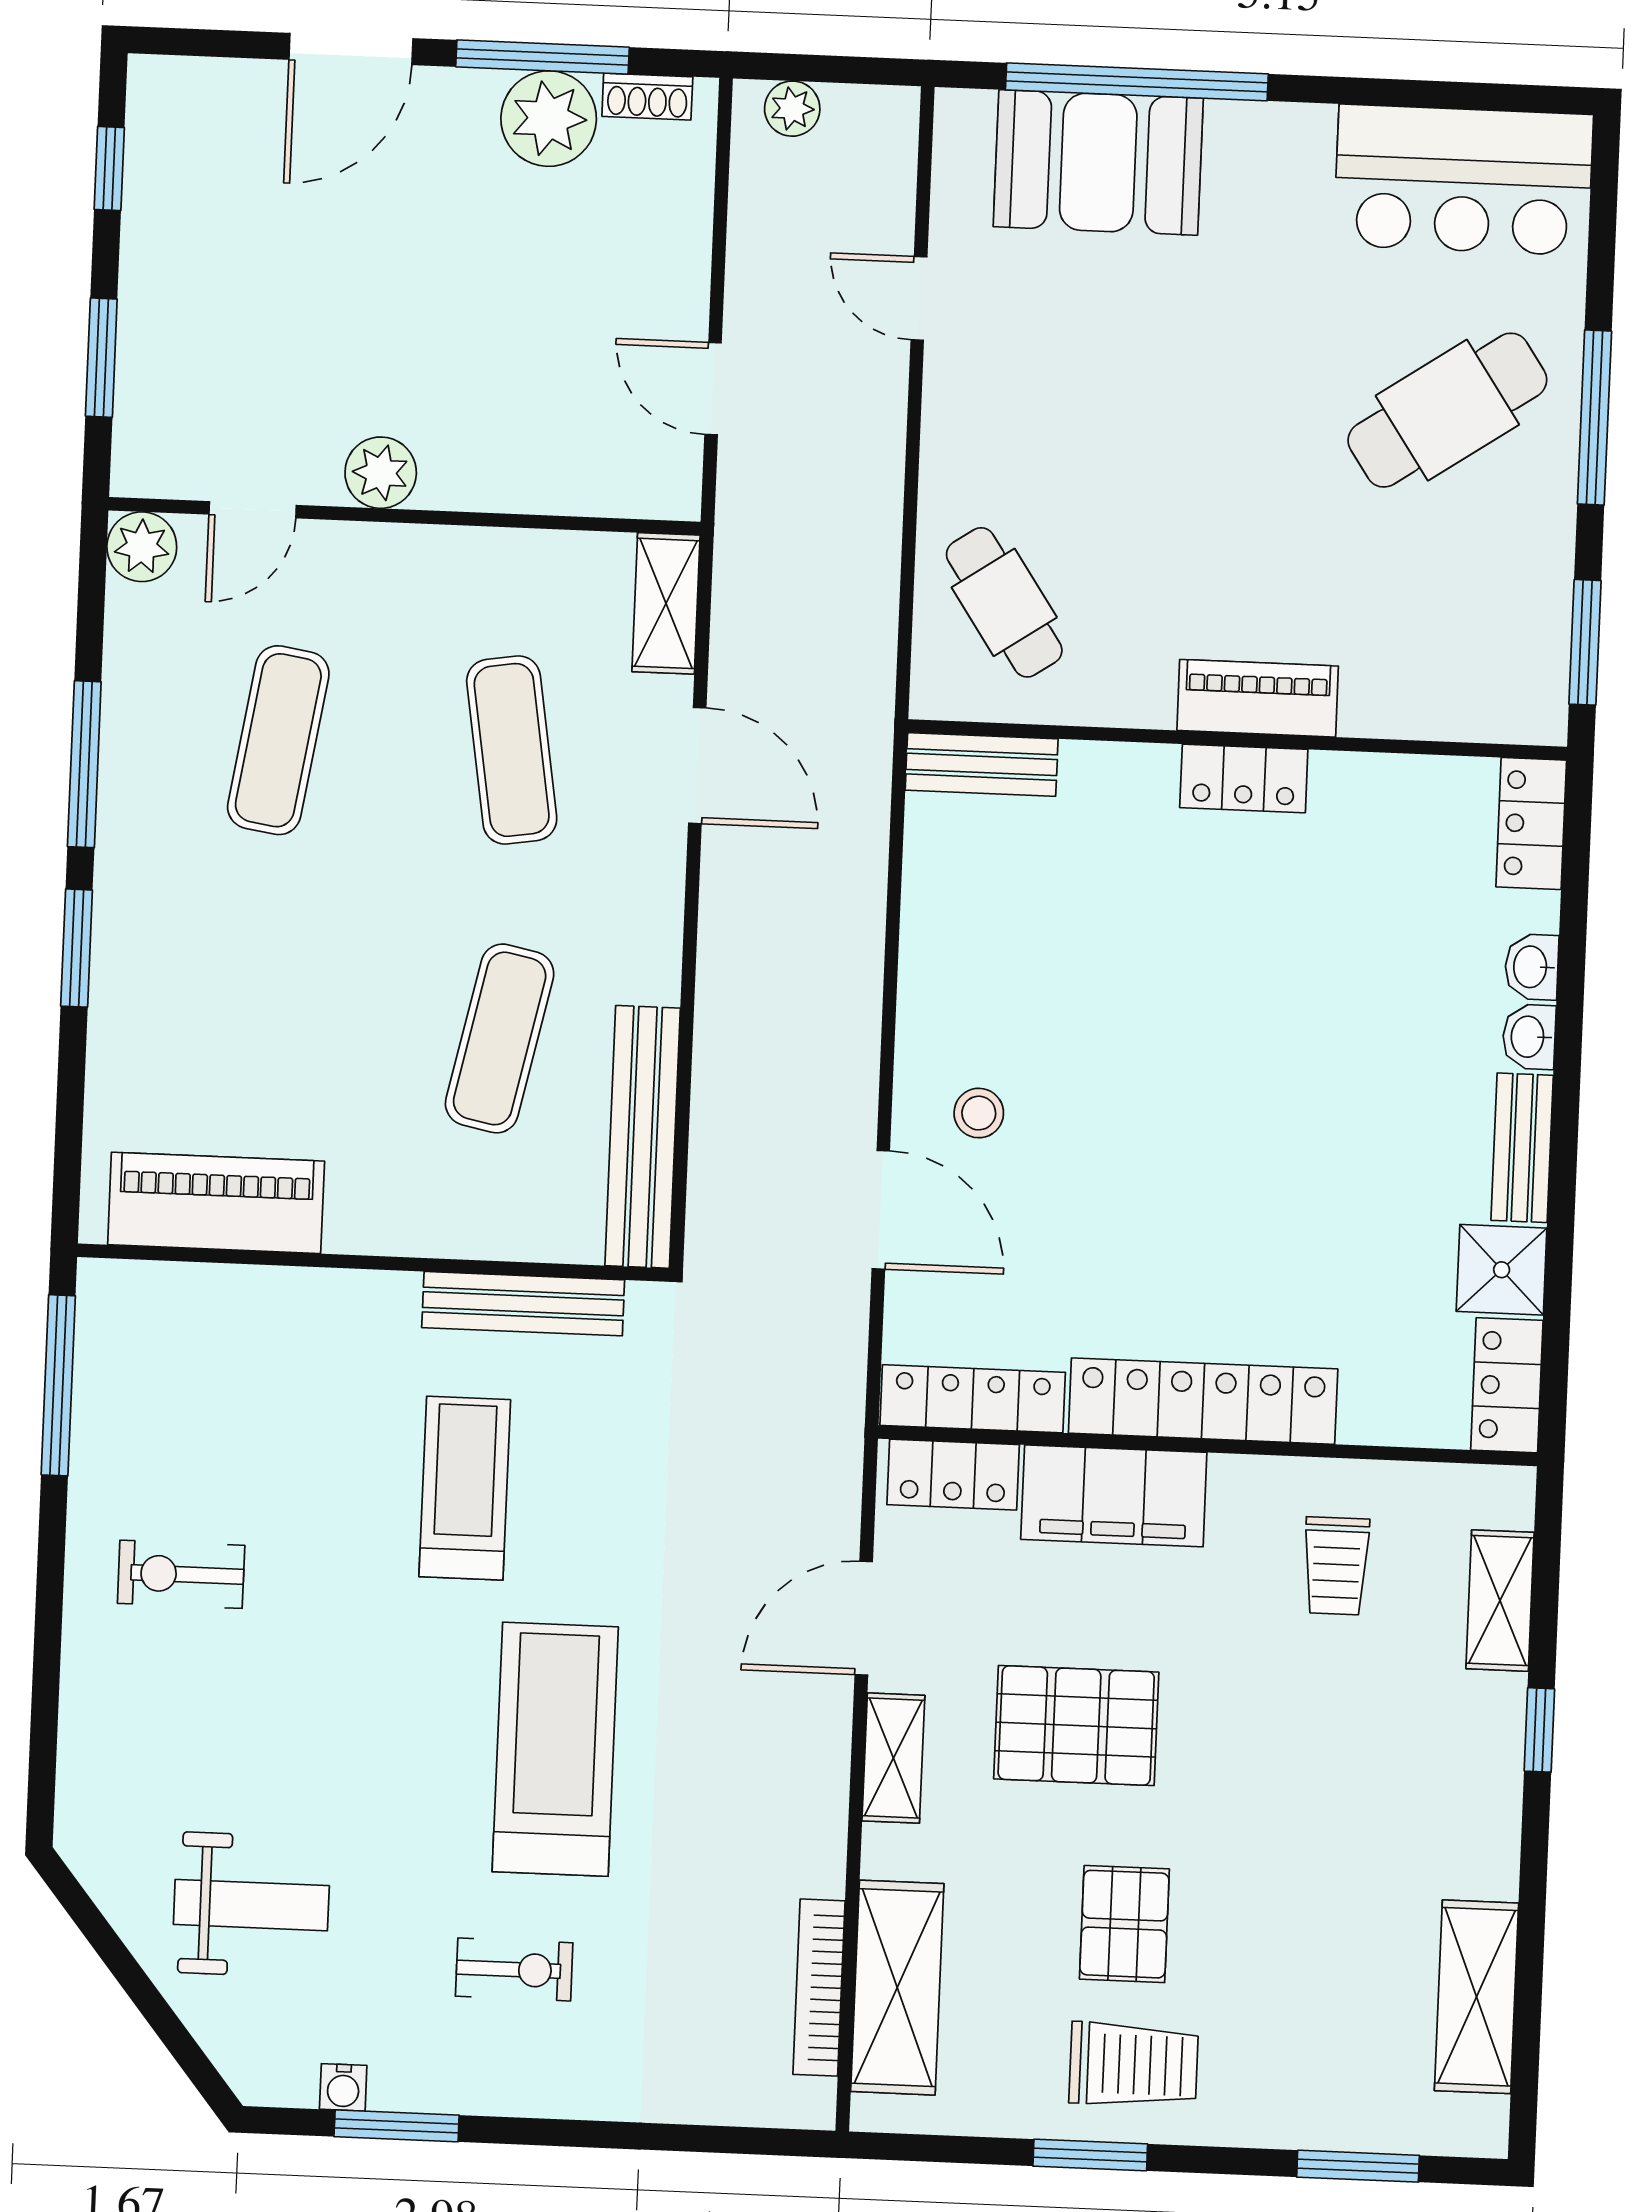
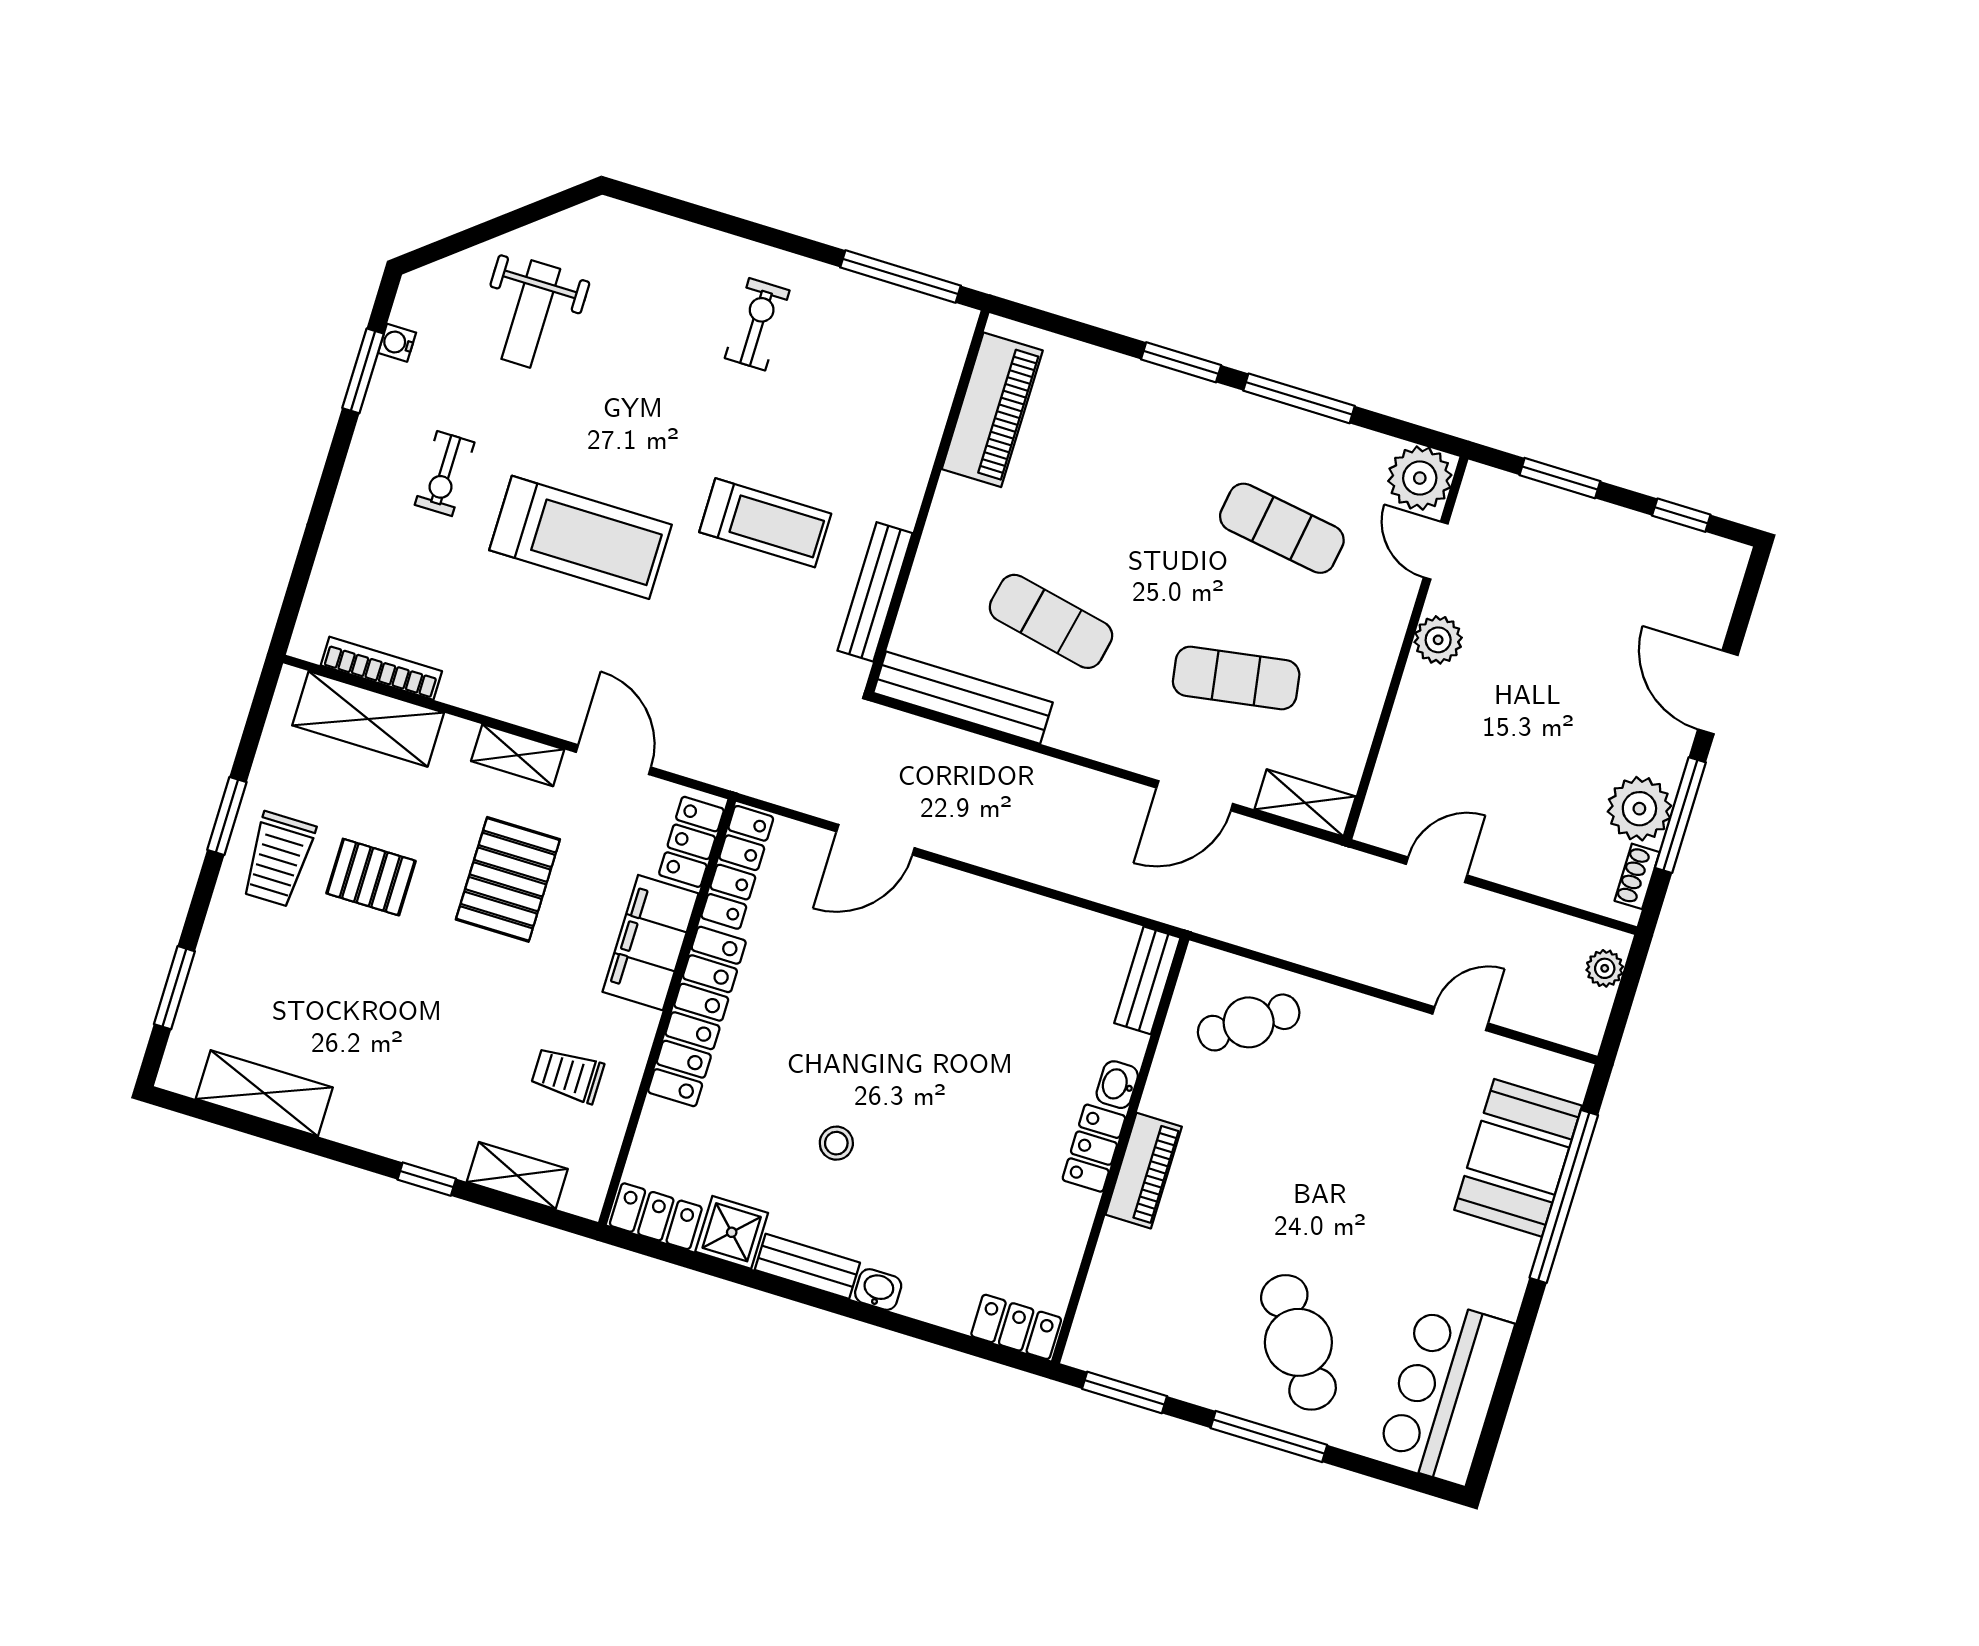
plant: (142, 547) -> (1420, 478), width x1.36, depth x1.36
washbasin: (1532, 967) -> (1117, 1085), moved, turned -90
stool: (979, 1113) -> (836, 1143), moved

